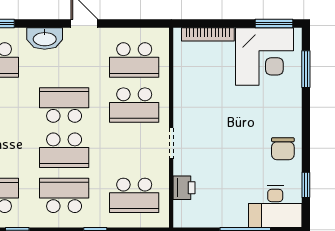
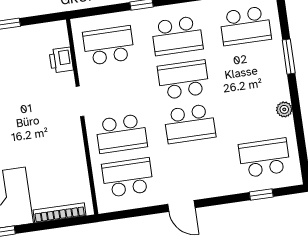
washbasin: (45, 39) -> (218, 186), removed
school desk: (134, 105) -> (121, 134), turned 180

